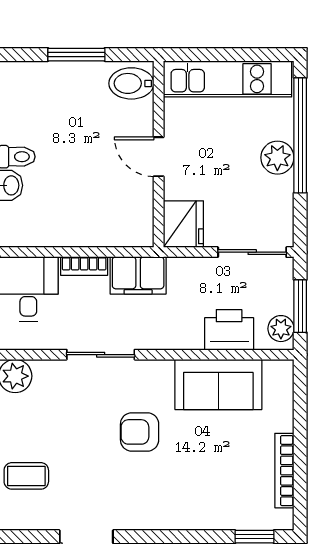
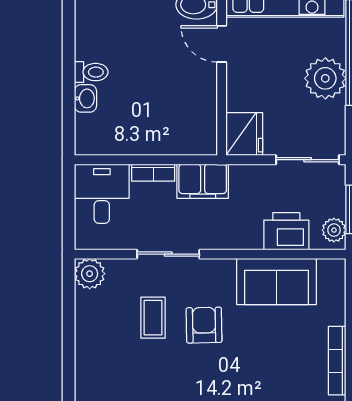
door: (159, 157) -> (222, 44), moved
plant: (277, 158) -> (325, 78), width x1.36, depth x1.36
armchair: (140, 432) -> (204, 325), turned 89
coffee table: (26, 476) -> (153, 318), moved, turned 90

